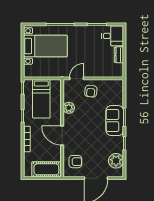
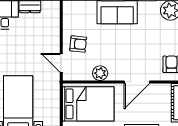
bed: (41, 99) -> (88, 104), width x1.50

